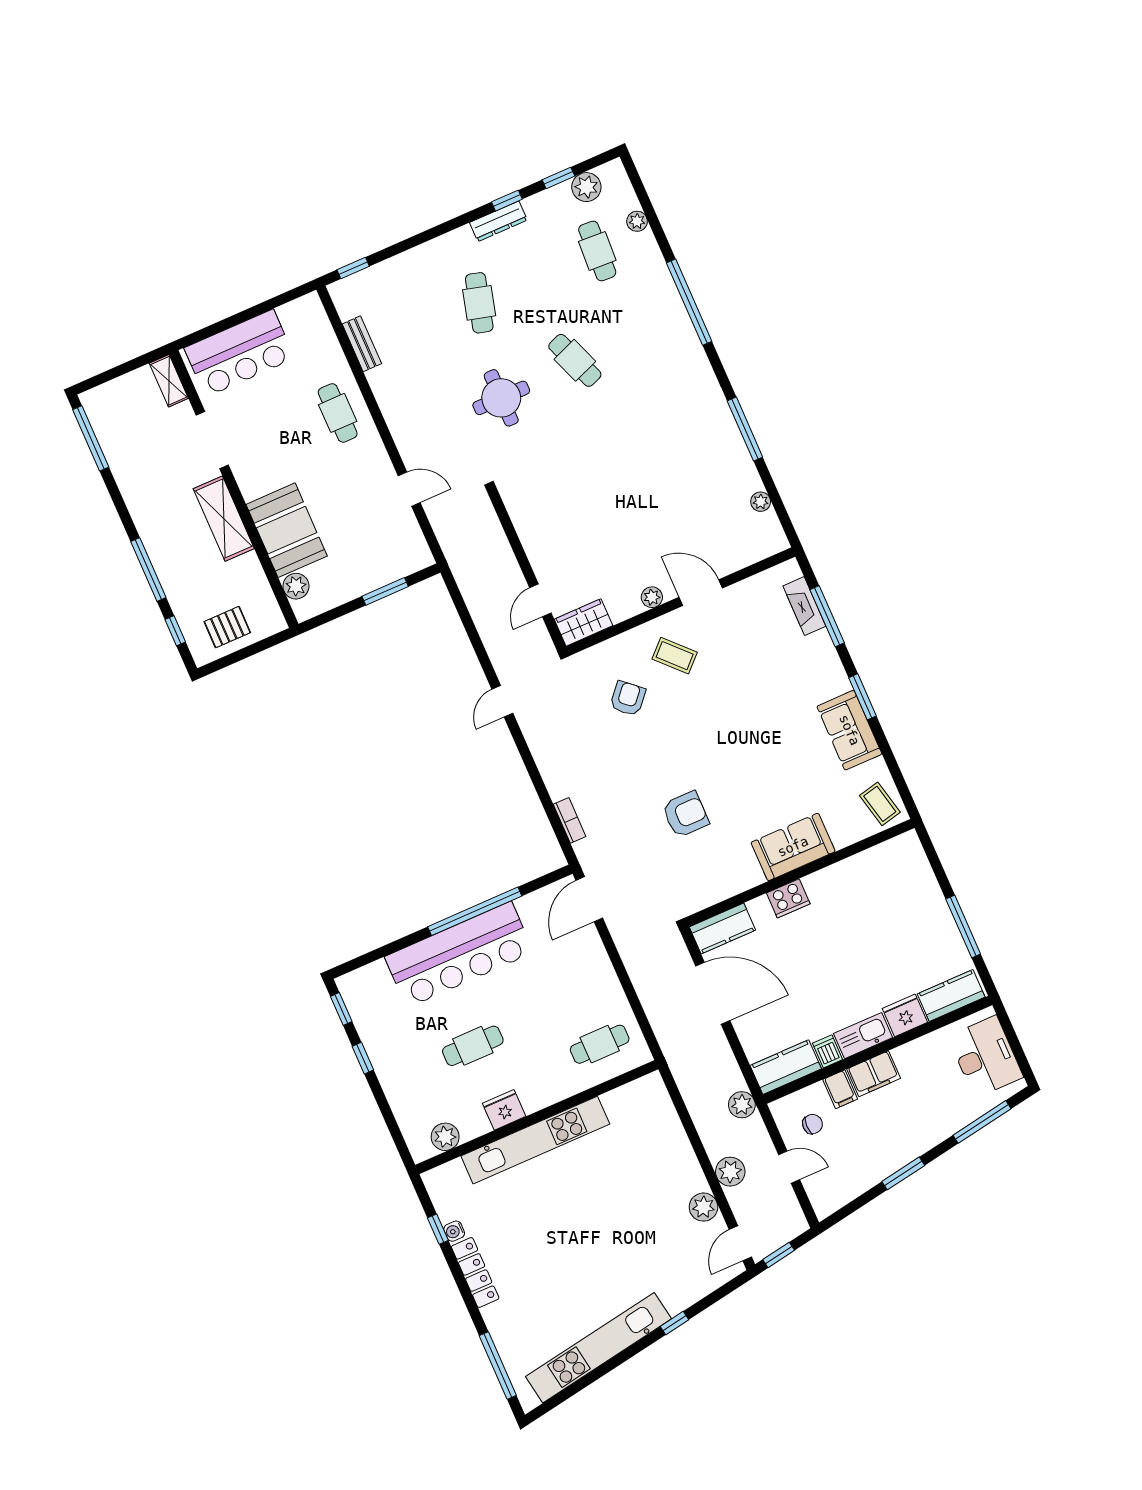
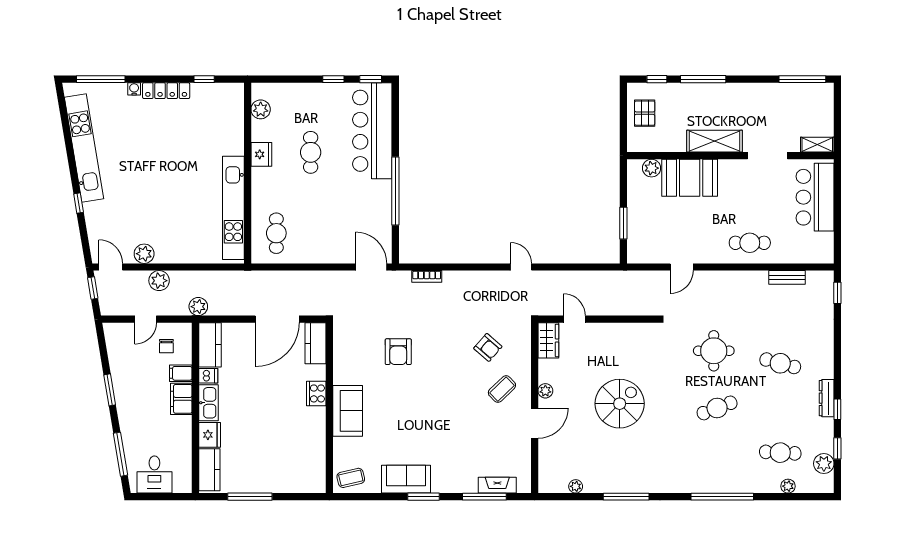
spiral stairs: (626, 492) -> (620, 404), added
bar counter: (459, 955) -> (372, 131), moved
desk: (986, 1057) -> (154, 475), width x0.73
kitchen unit: (535, 1140) -> (233, 208), moved
water cooler: (454, 1231) -> (134, 89), moved

